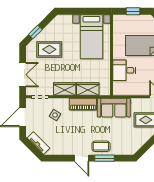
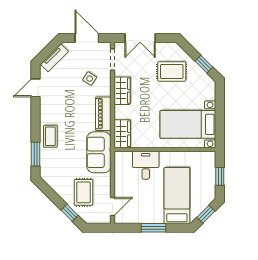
window: (35, 32) -> (204, 64), moved
rug: (49, 49) -> (172, 71), turned 90
wardrobe: (88, 89) -> (122, 134), moved
door: (82, 158) -> (35, 88), moved
window: (105, 158) -> (35, 154), moved

